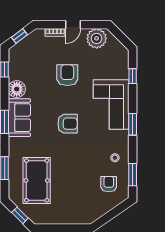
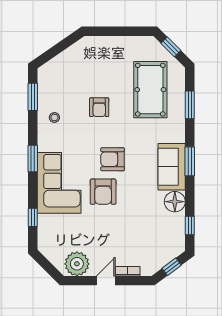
armchair: (67, 75) -> (103, 192), moved
armchair: (109, 184) -> (99, 107), moved

